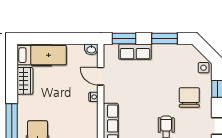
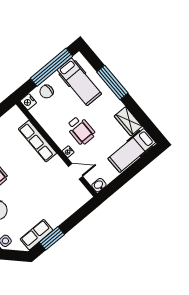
window: (124, 39) -> (82, 213), removed
row of seats: (135, 52) -> (37, 235), moved
wheelchair: (69, 106) -> (81, 130), added

